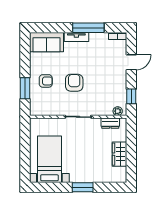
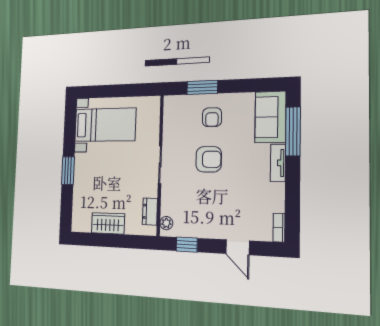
window: (88, 28) -> (293, 131), moved

